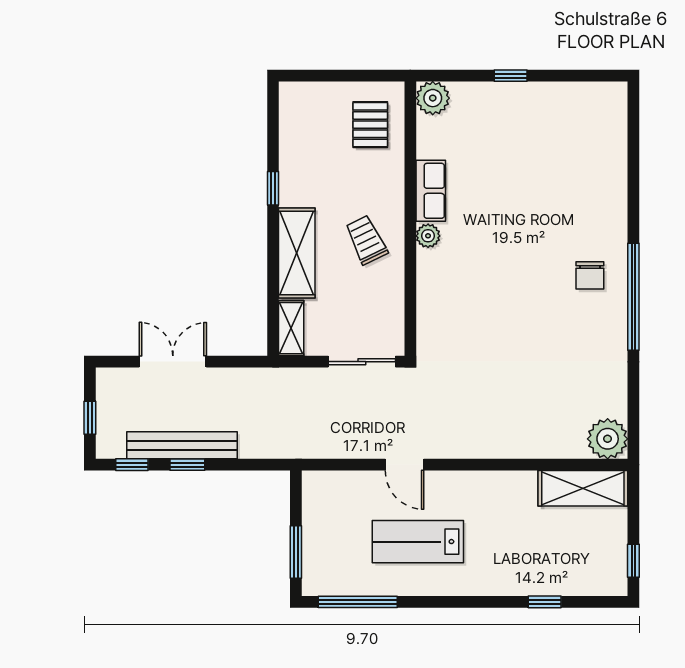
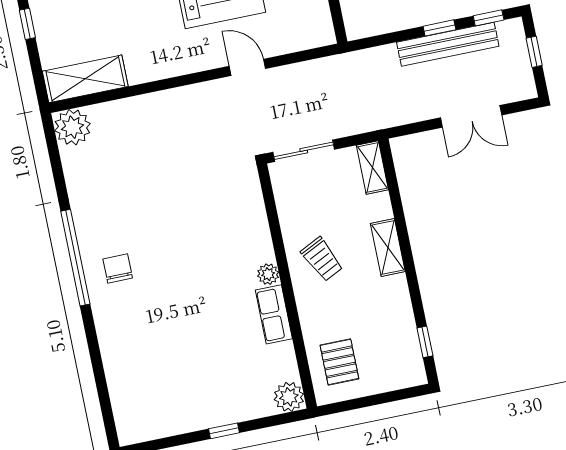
window: (273, 188) -> (425, 342), moved
shelving: (297, 253) -> (388, 248), width x0.67, depth x0.75

